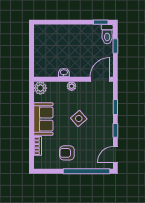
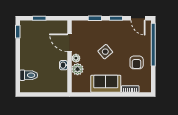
toilet: (107, 34) -> (29, 75), moved
door: (100, 79) -> (70, 43), moved
plant: (40, 88) -> (78, 69), moved

